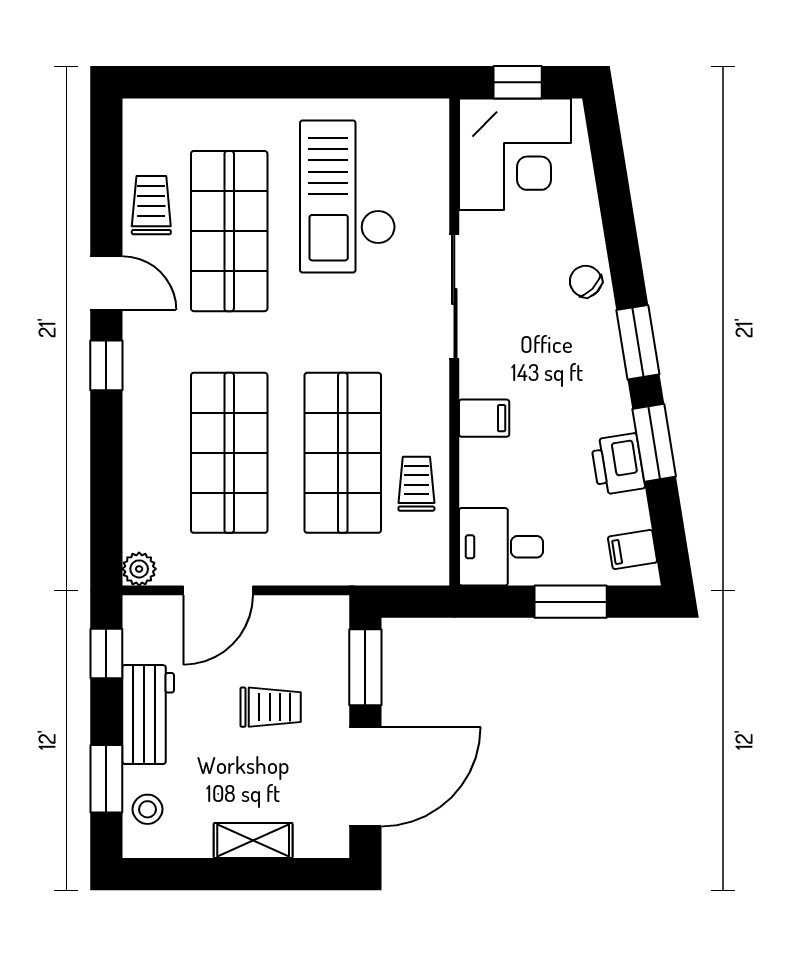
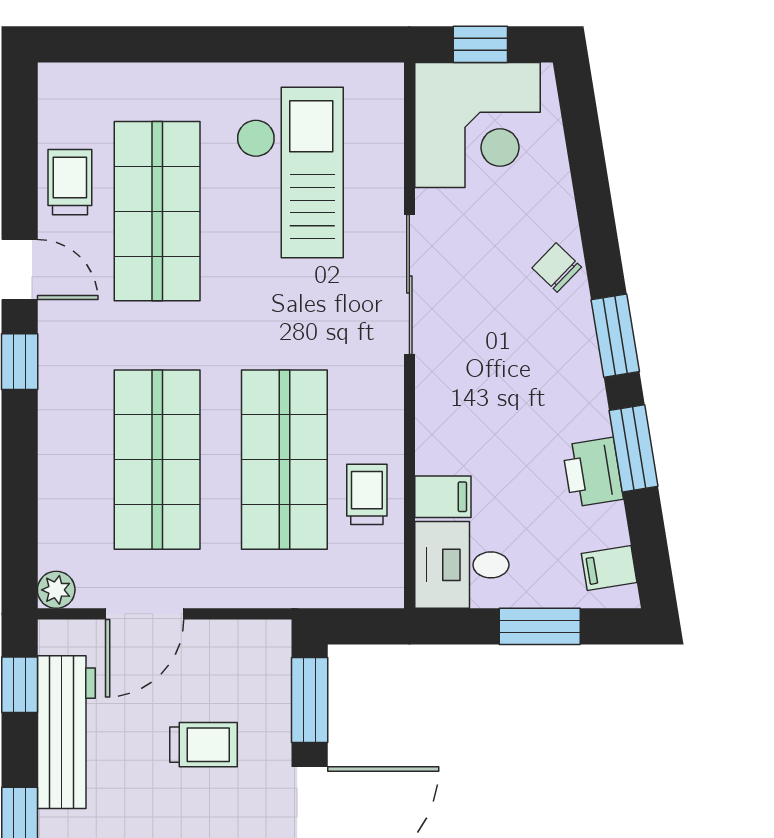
checkout: (348, 197) -> (290, 172), turned 180
filing cabinet: (484, 418) -> (443, 497), moved
workbench: (148, 715) -> (66, 732), width x1.38

